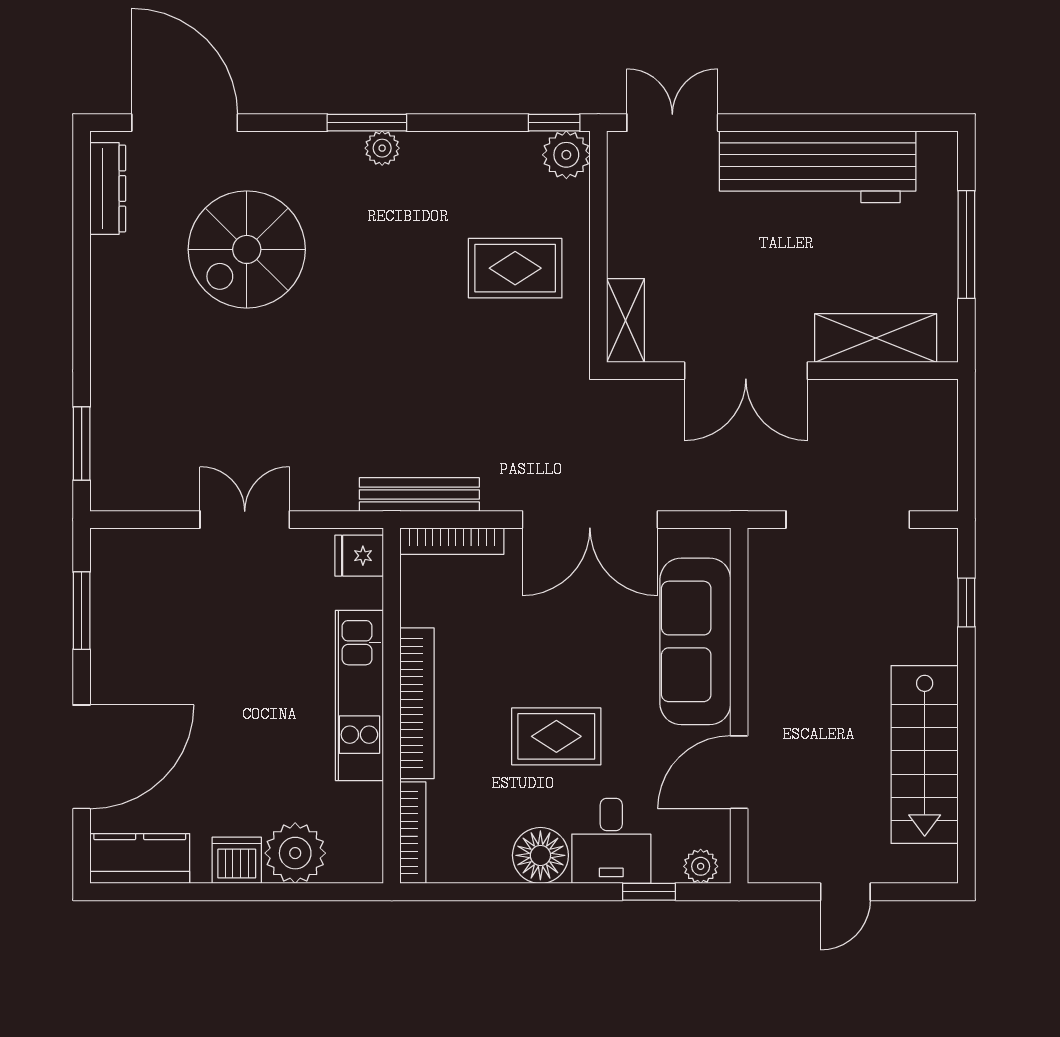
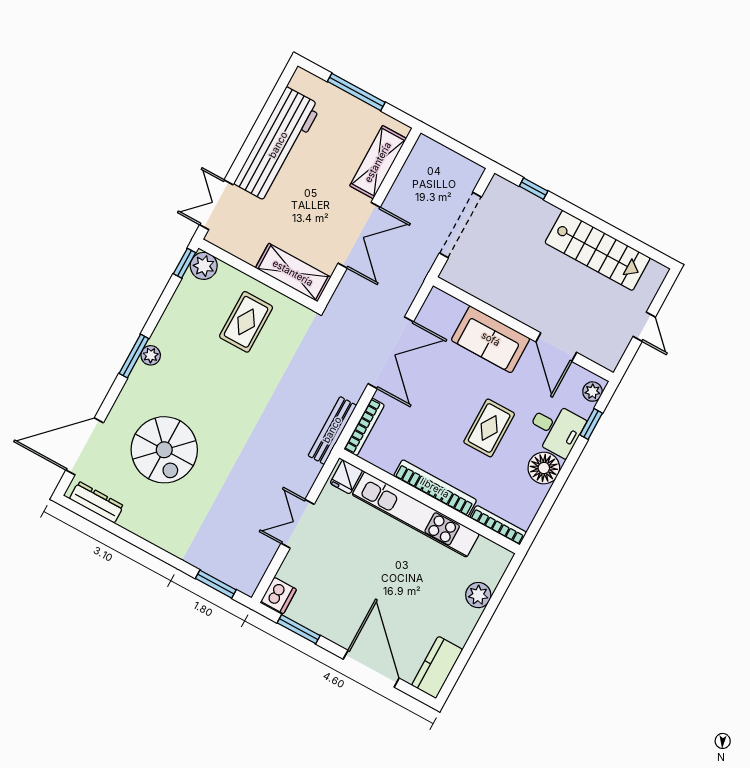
shelving: (626, 321) -> (293, 273), width x1.50, depth x1.33
sofa: (695, 641) -> (491, 339), width x0.73
kitchen unit: (359, 695) -> (416, 514), width x1.36
plant: (295, 853) -> (478, 595), width x0.73, depth x0.73
dishwasher: (237, 860) -> (279, 595), moved, turned 180

